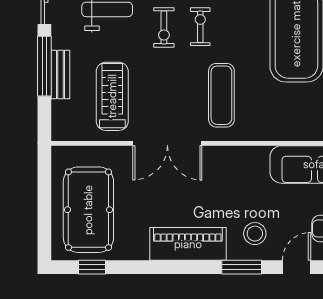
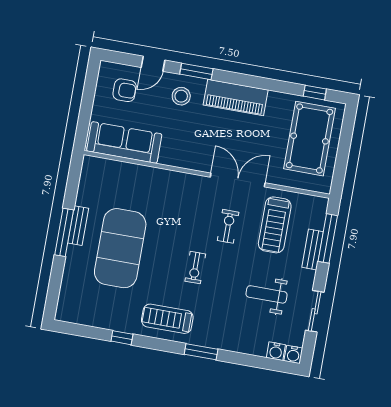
exercise bike: (164, 27) -> (228, 226), moved
window: (44, 66) -> (328, 238), moved
exercise mat: (221, 95) -> (188, 210), removed

